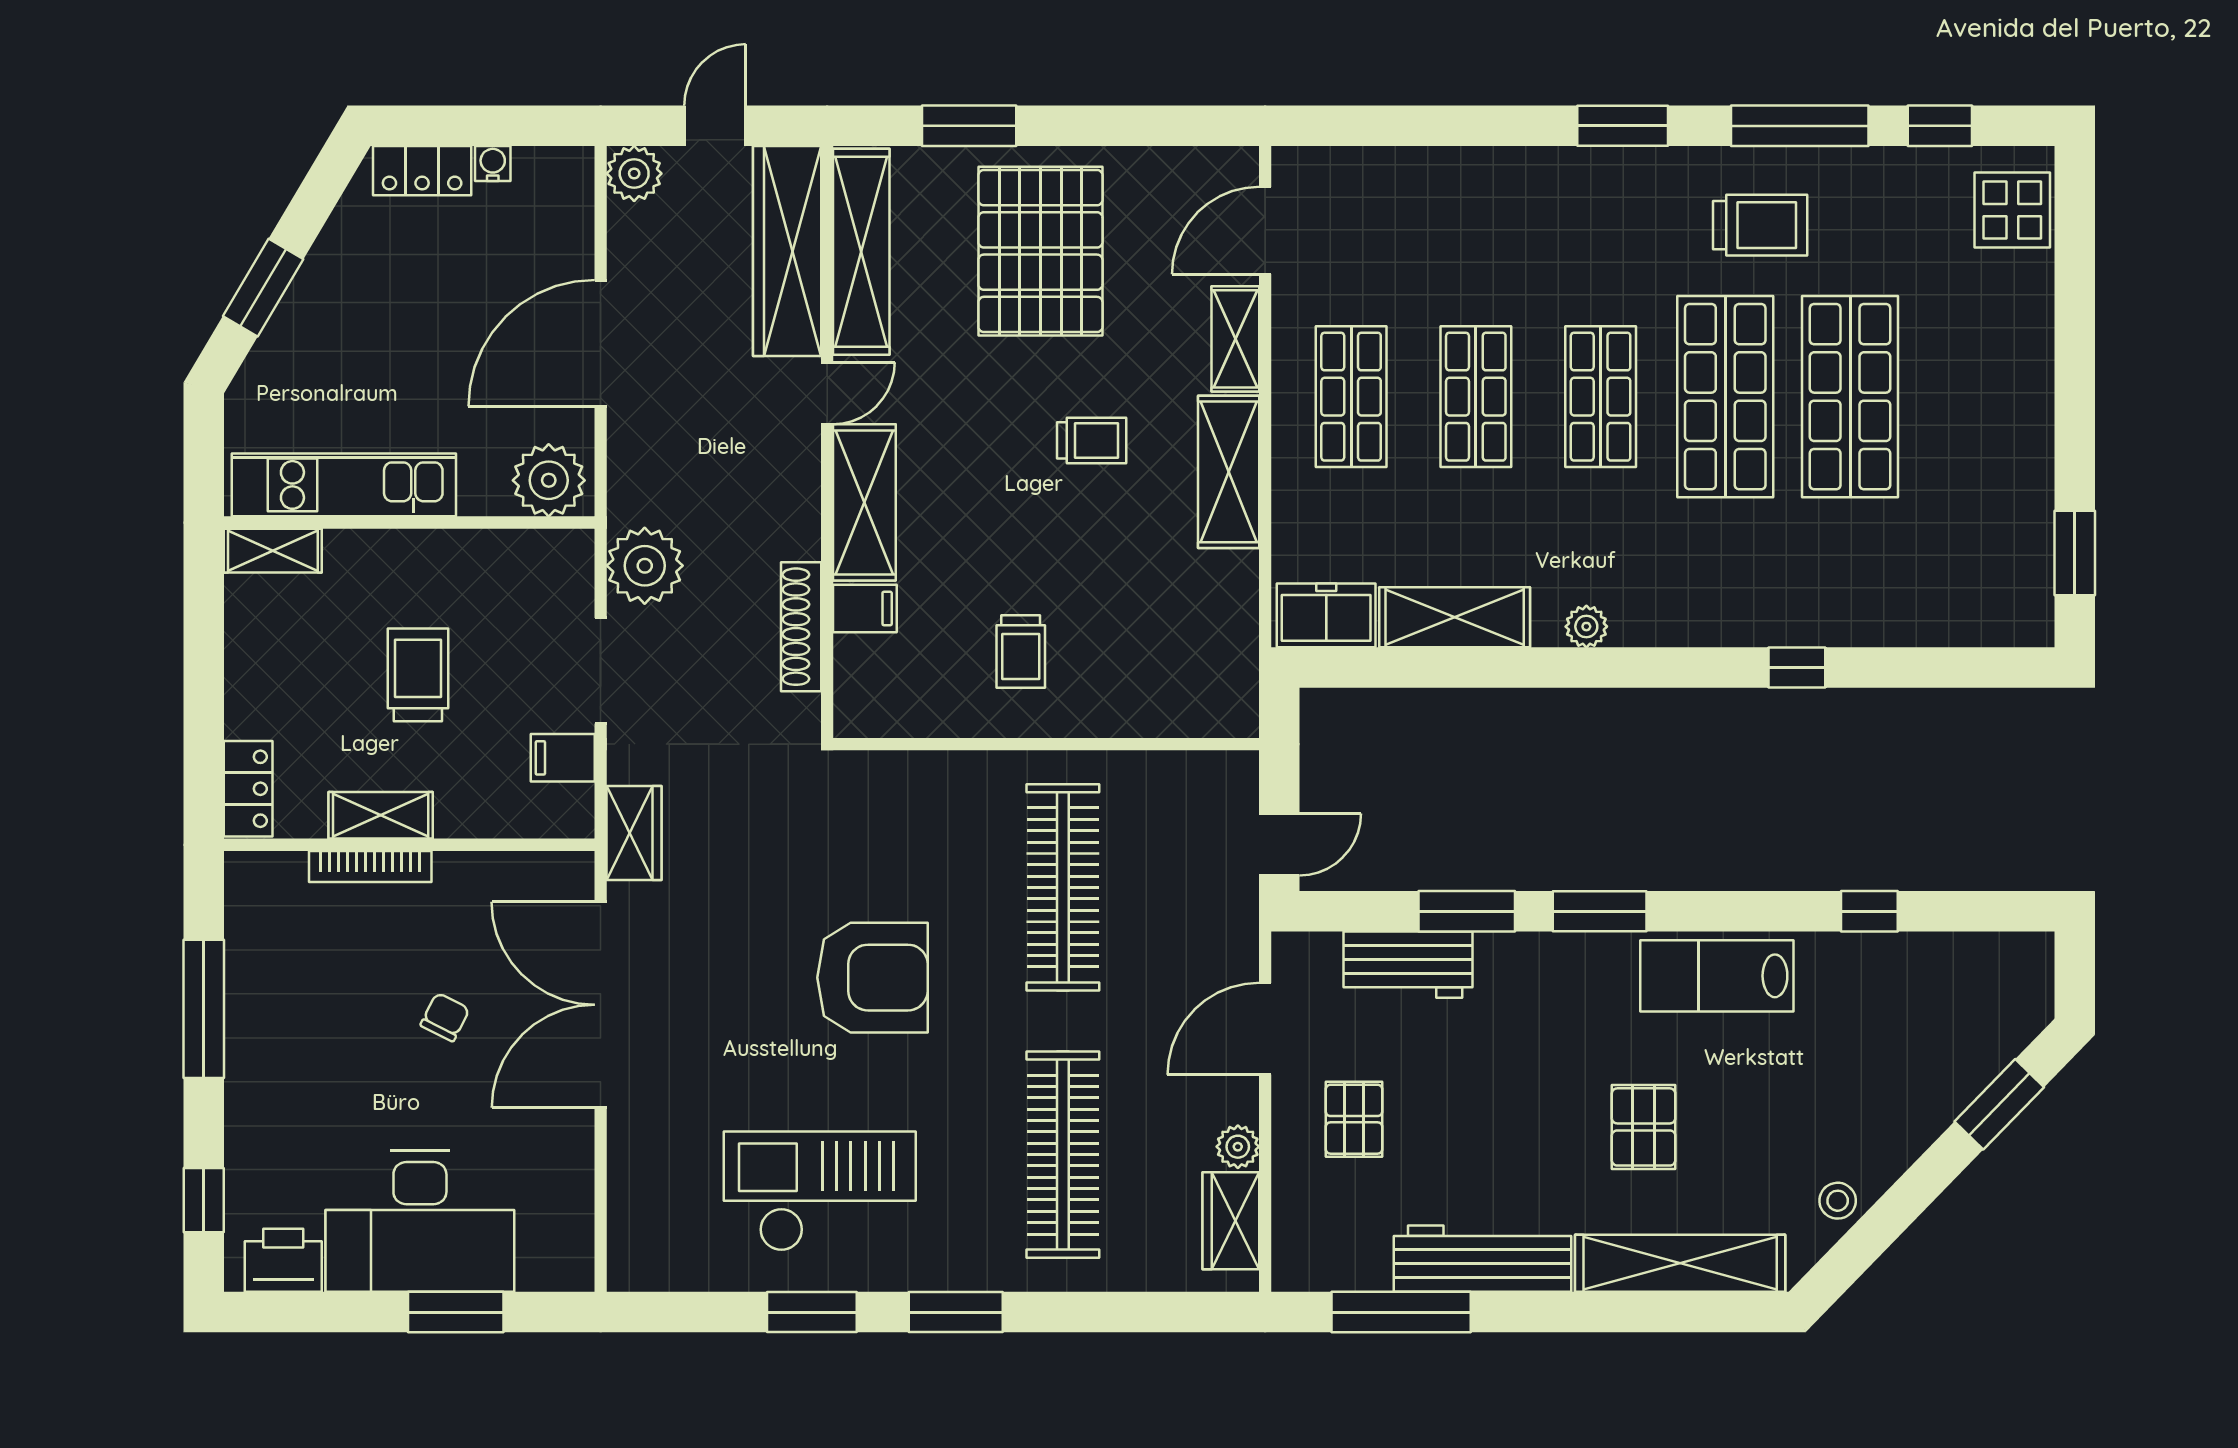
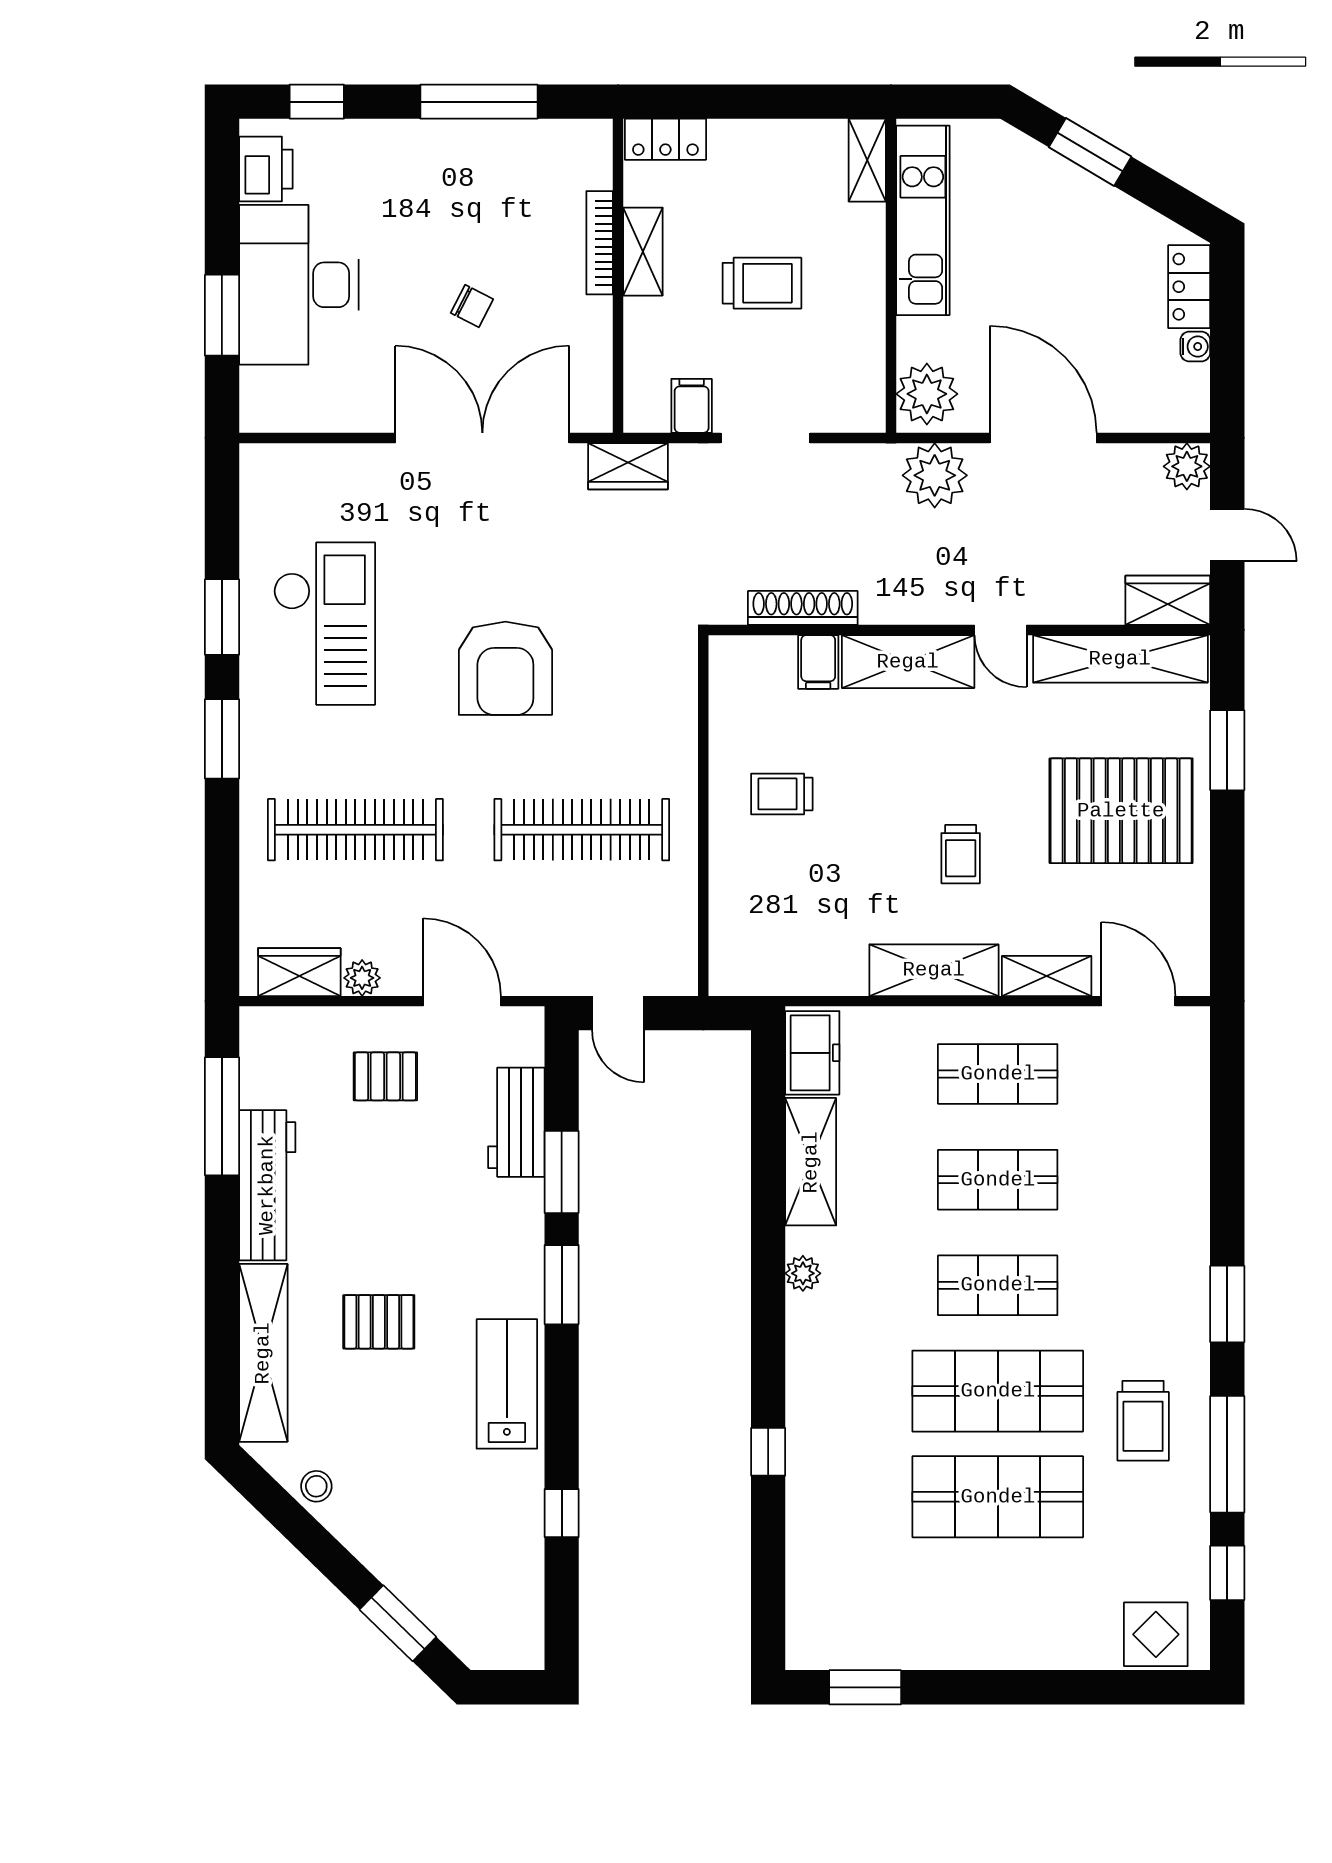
wardrobe: (787, 251) -> (1168, 600), width x0.48, depth x0.85
plant: (645, 566) -> (935, 475), moved

